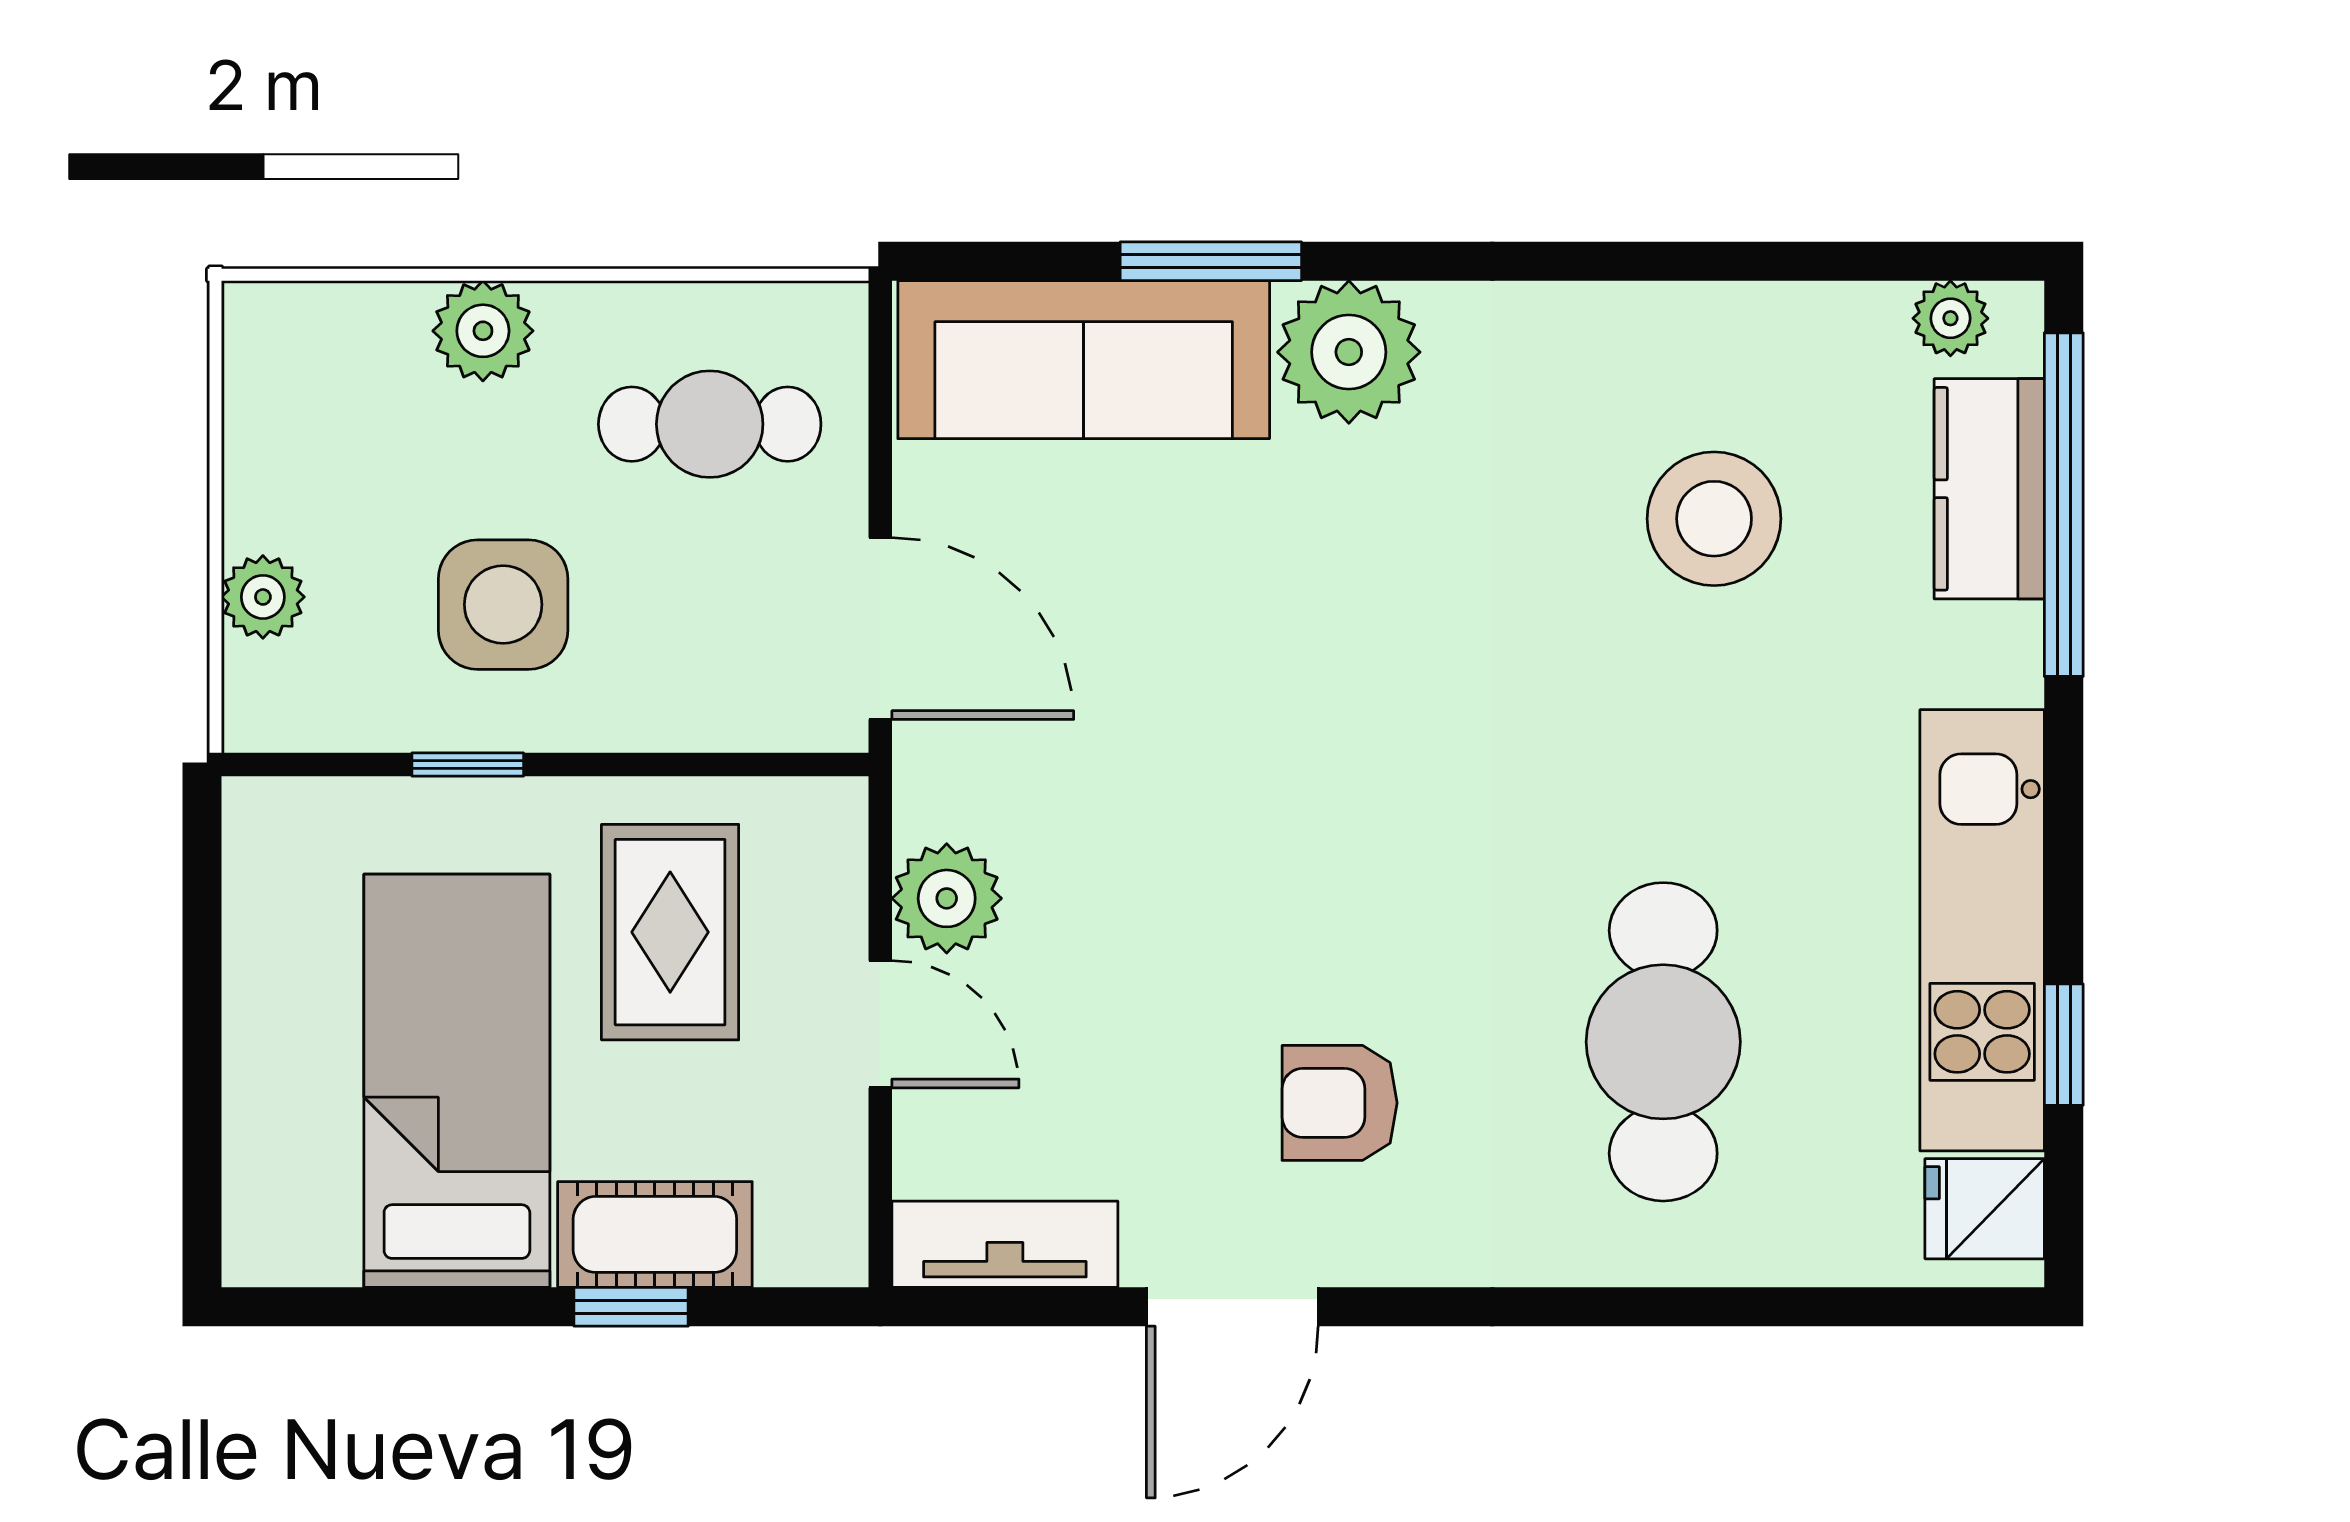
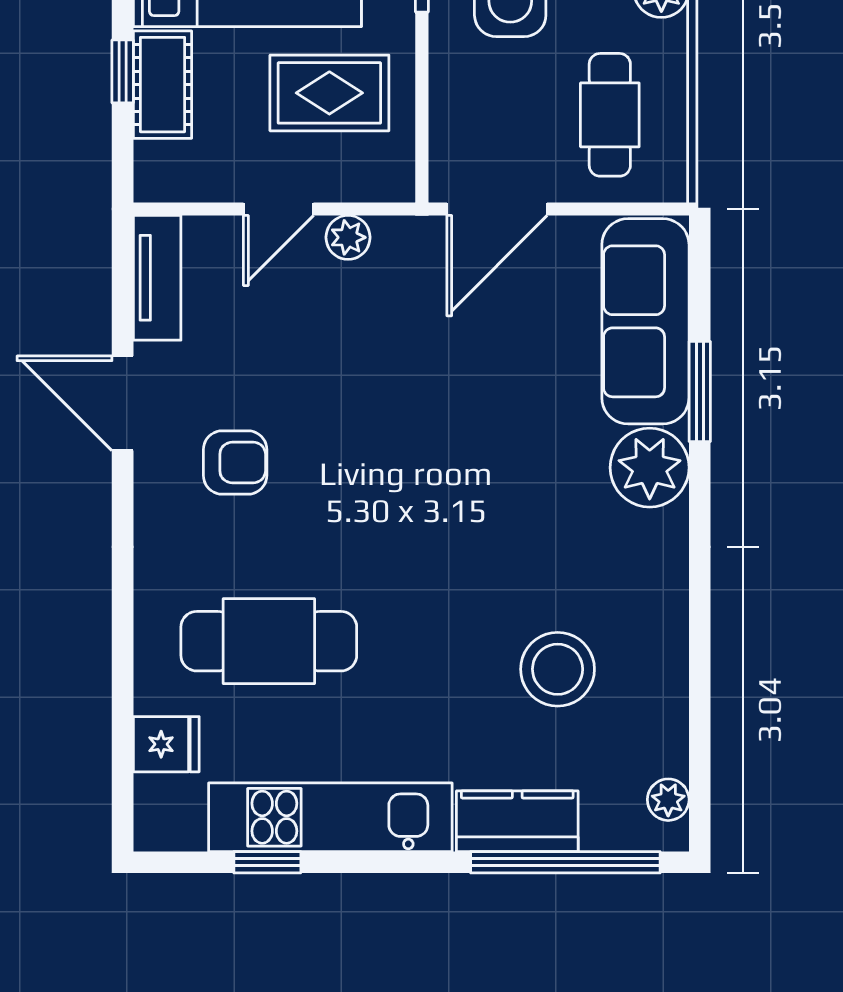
kitchen counter: (1989, 489) -> (517, 821), moved
plant: (947, 898) -> (348, 237), width x0.73, depth x0.73
armchair: (1340, 1103) -> (235, 463), turned 90
fridge: (1985, 1209) -> (166, 744), moved, turned 90

